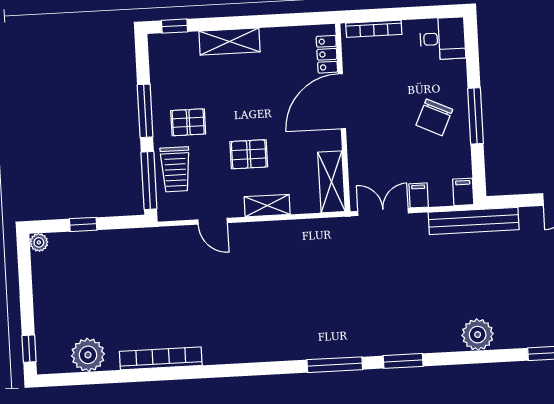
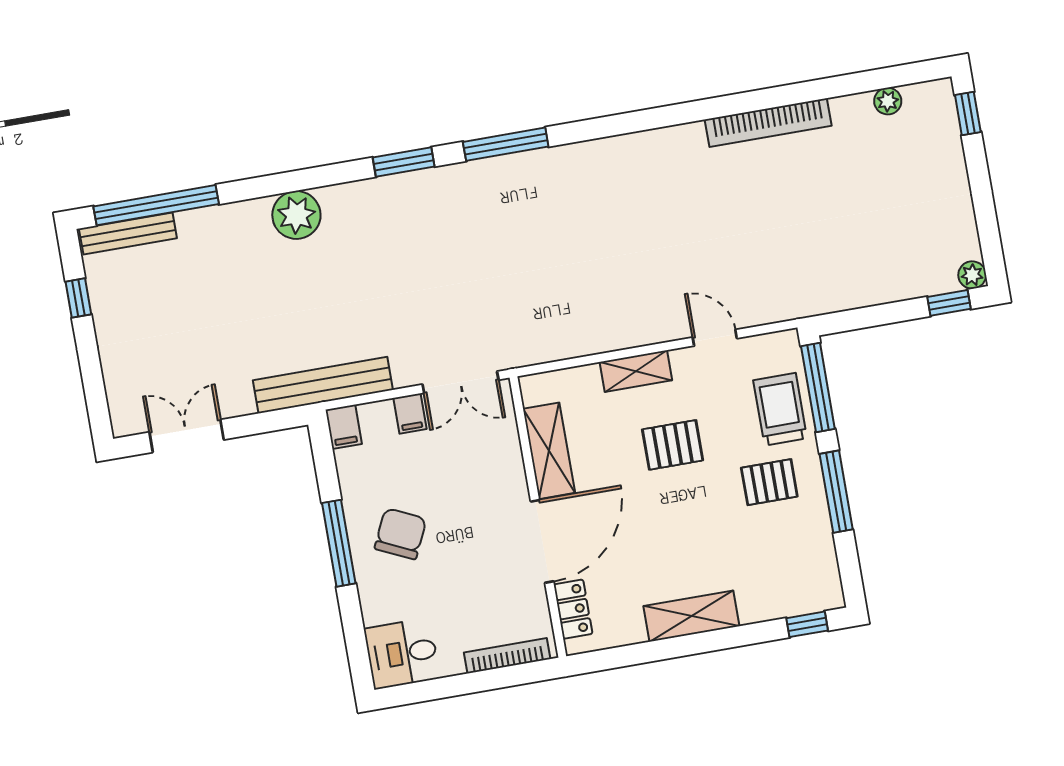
shelving: (229, 42) -> (691, 616), moved
shelving: (332, 182) -> (549, 451), moved
window: (83, 224) -> (949, 303), moved
plant: (88, 355) -> (888, 101), width x0.53, depth x0.53

